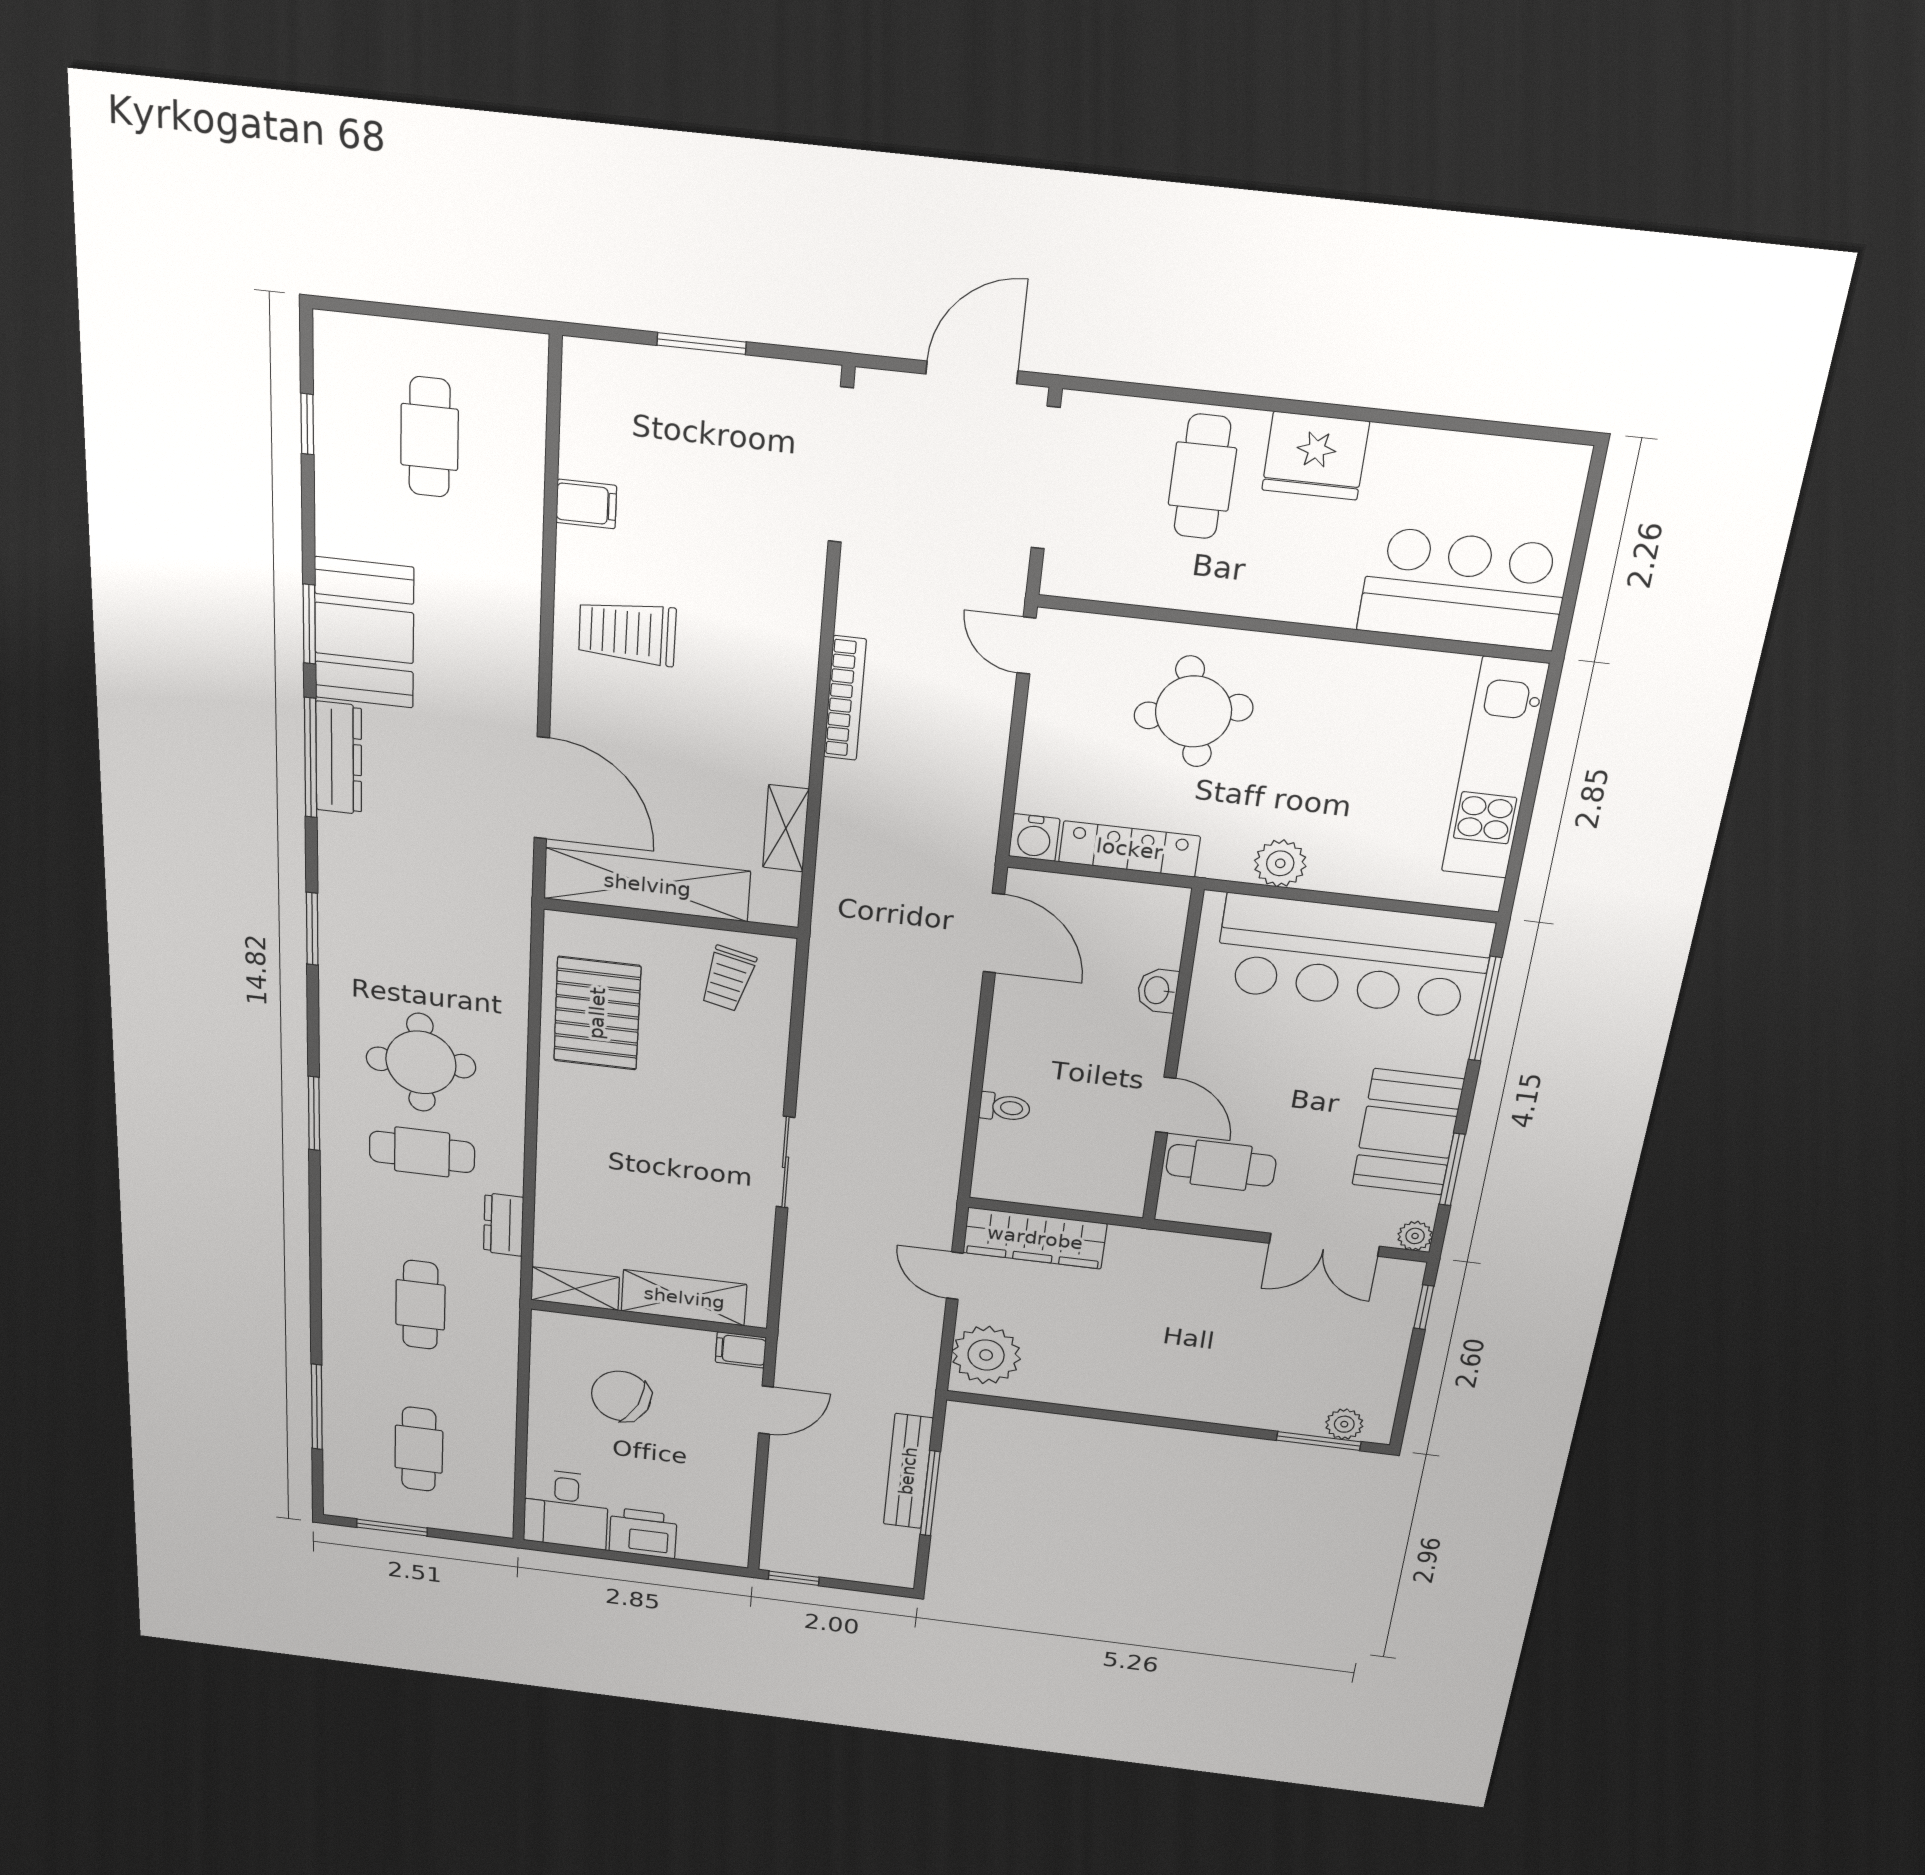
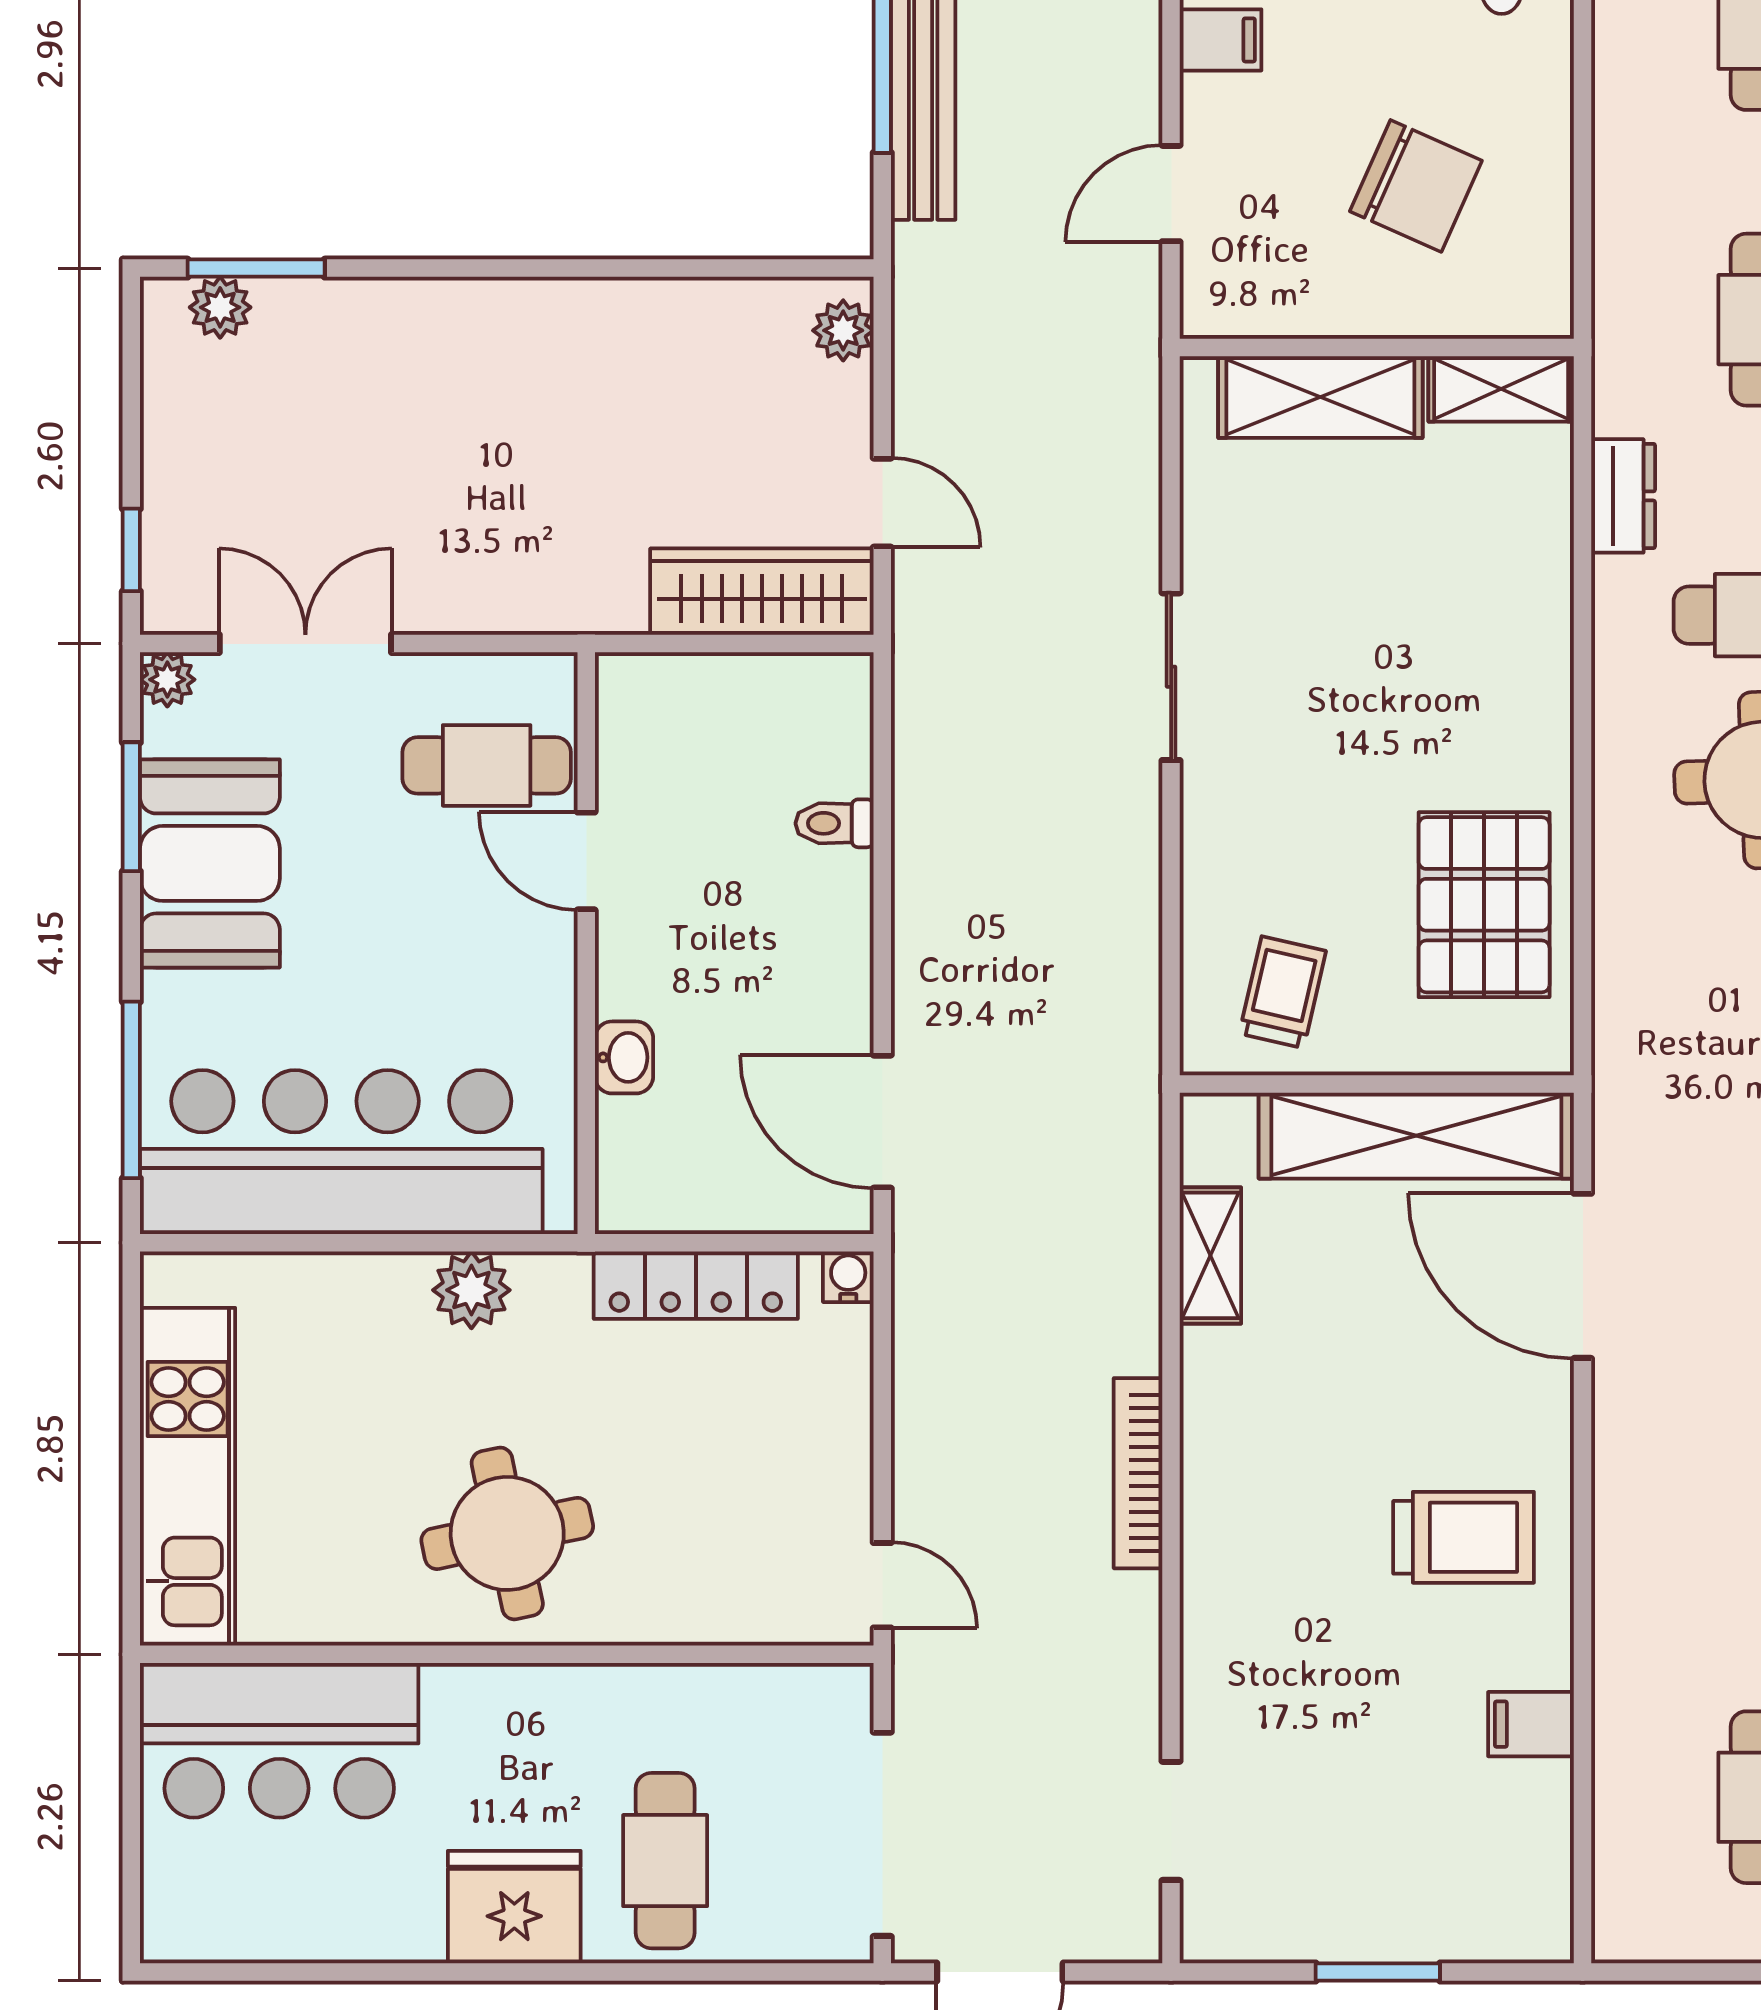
doorway: (841, 465) -> (1171, 1821), width x0.53
round table: (1193, 712) -> (507, 1533), moved
water cooler: (1034, 838) -> (848, 1277), width x0.72, depth x0.72
filing cabinet: (741, 1350) -> (1221, 40), moved
plant: (986, 1355) -> (843, 330), width x0.53, depth x0.53

